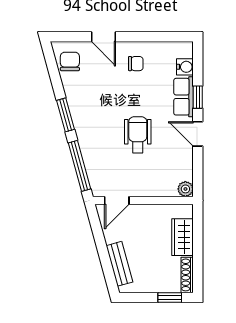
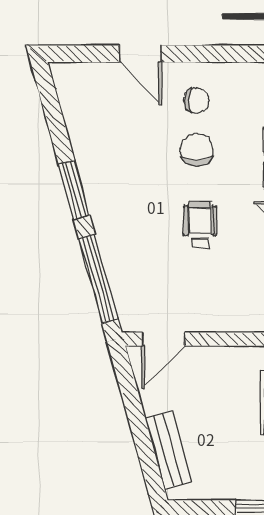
chair: (70, 61) -> (197, 150), moved
wheelchair: (138, 135) -> (200, 224), width x0.73, depth x0.73

